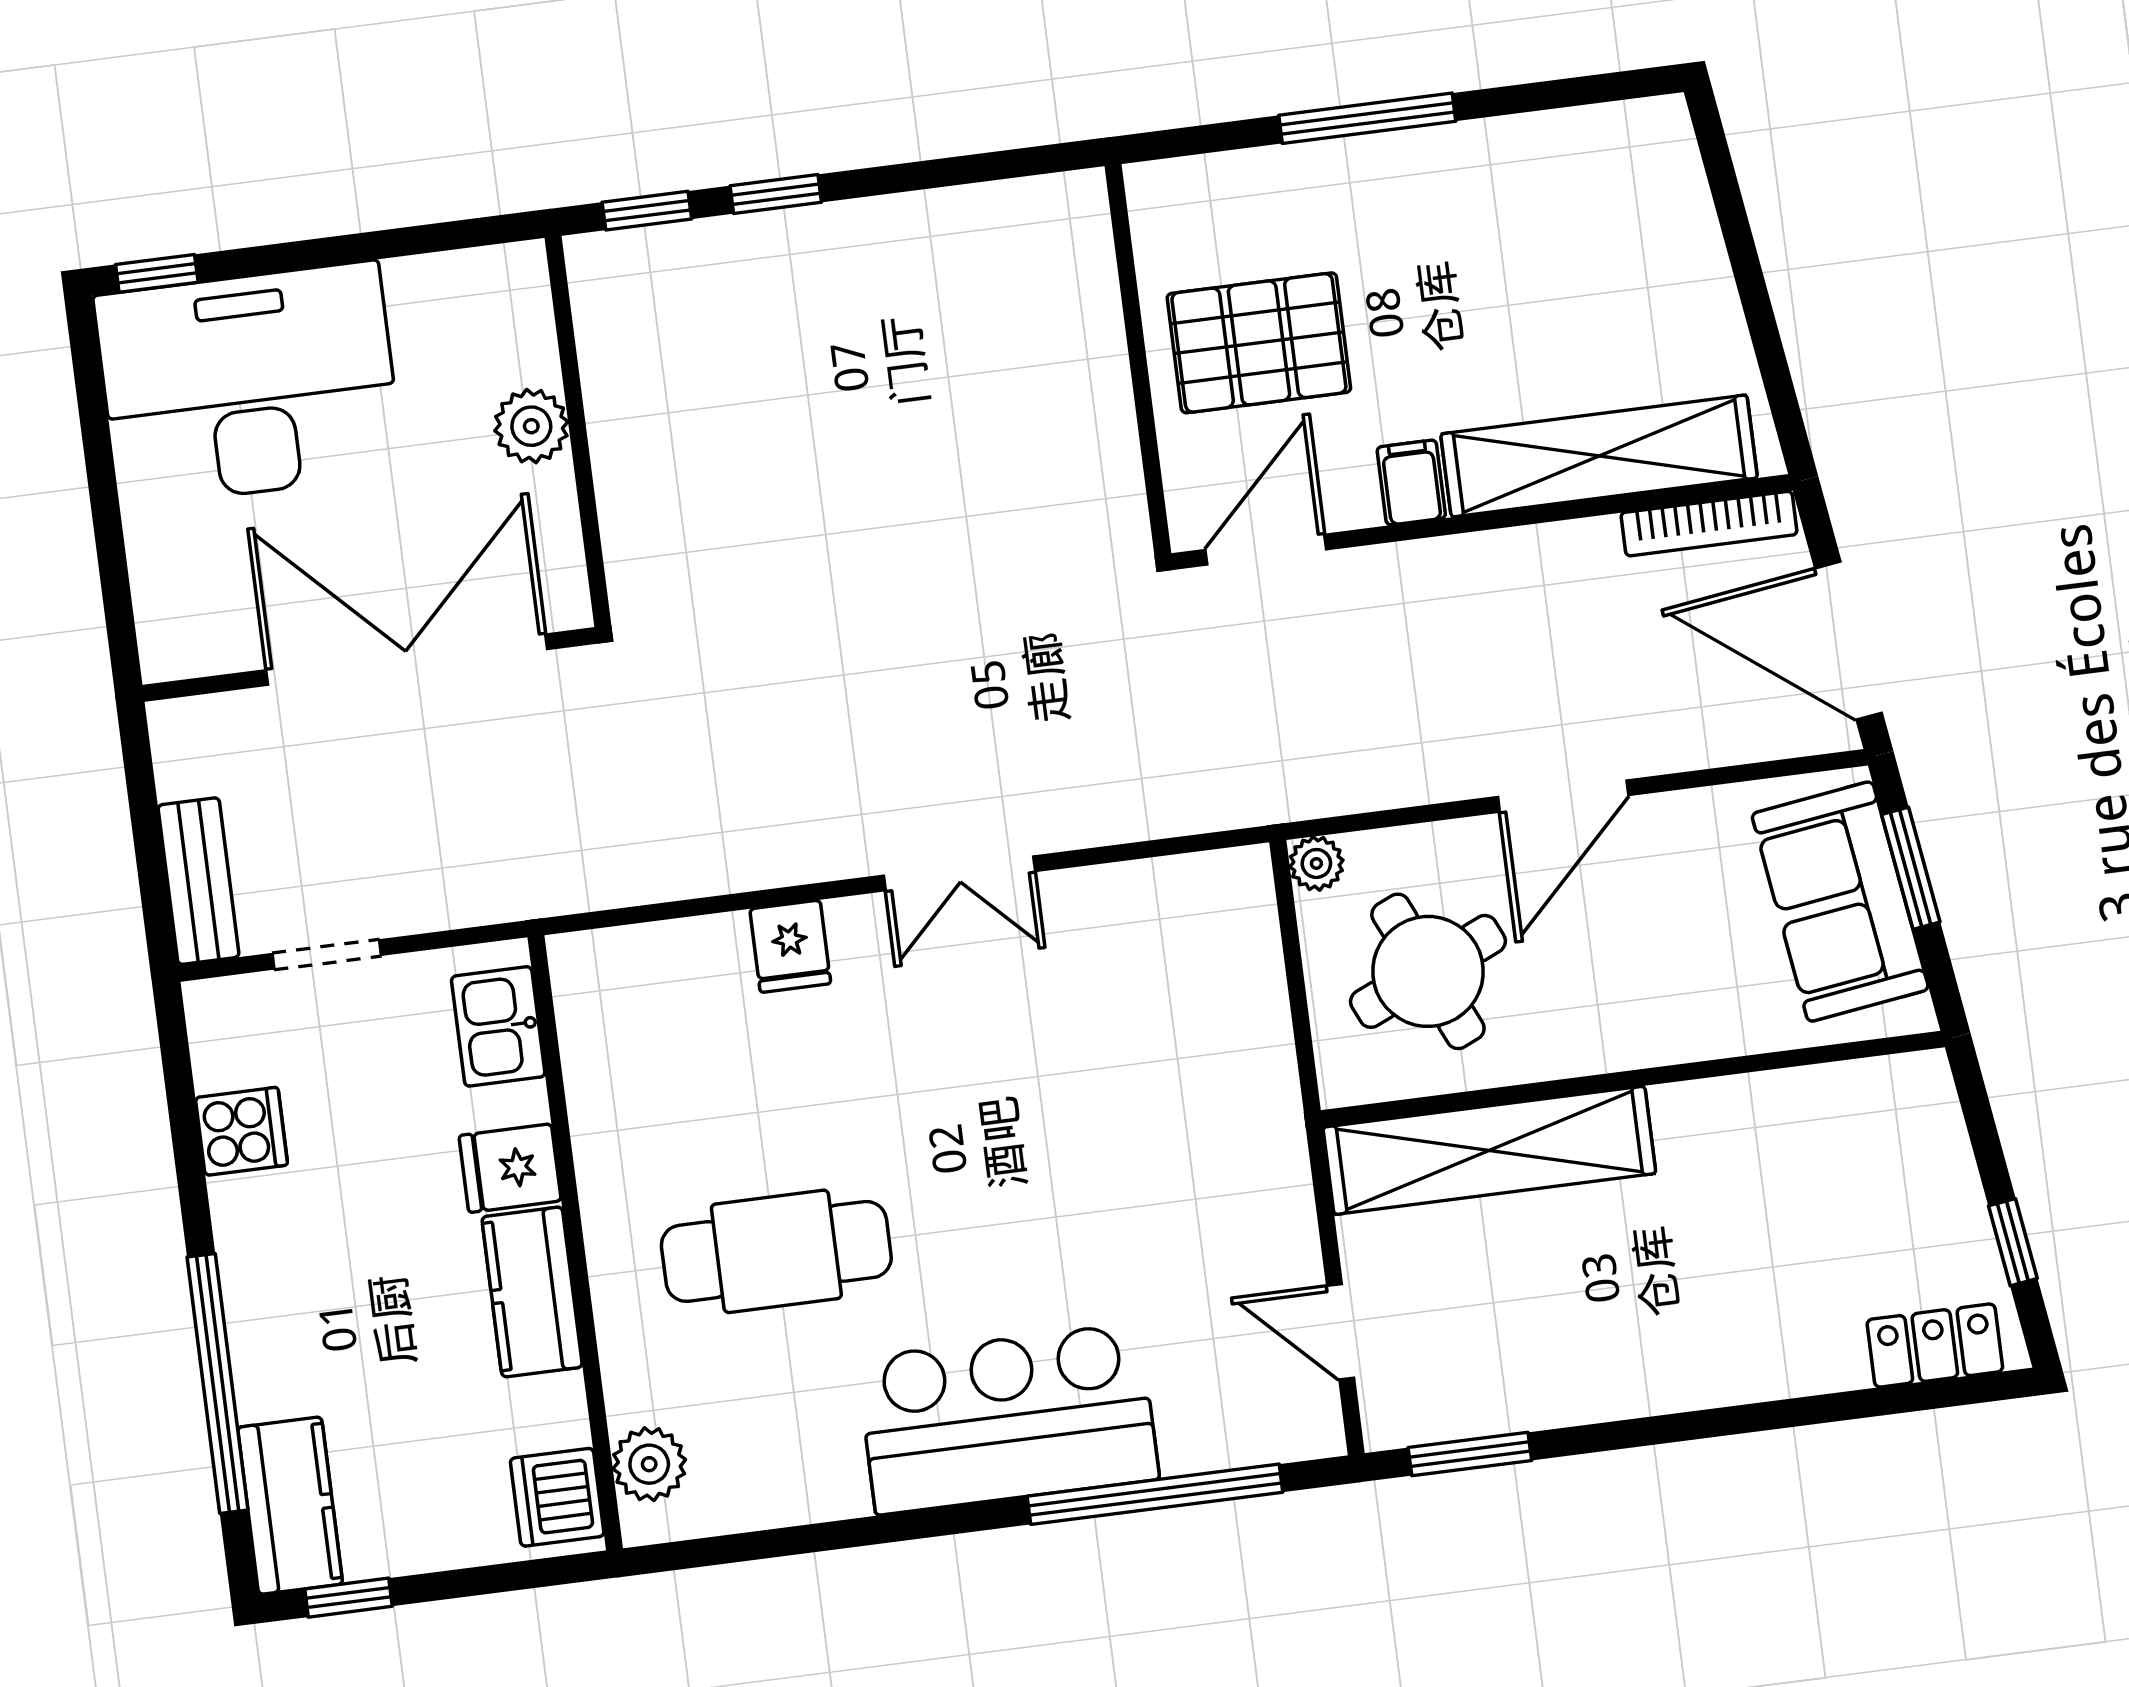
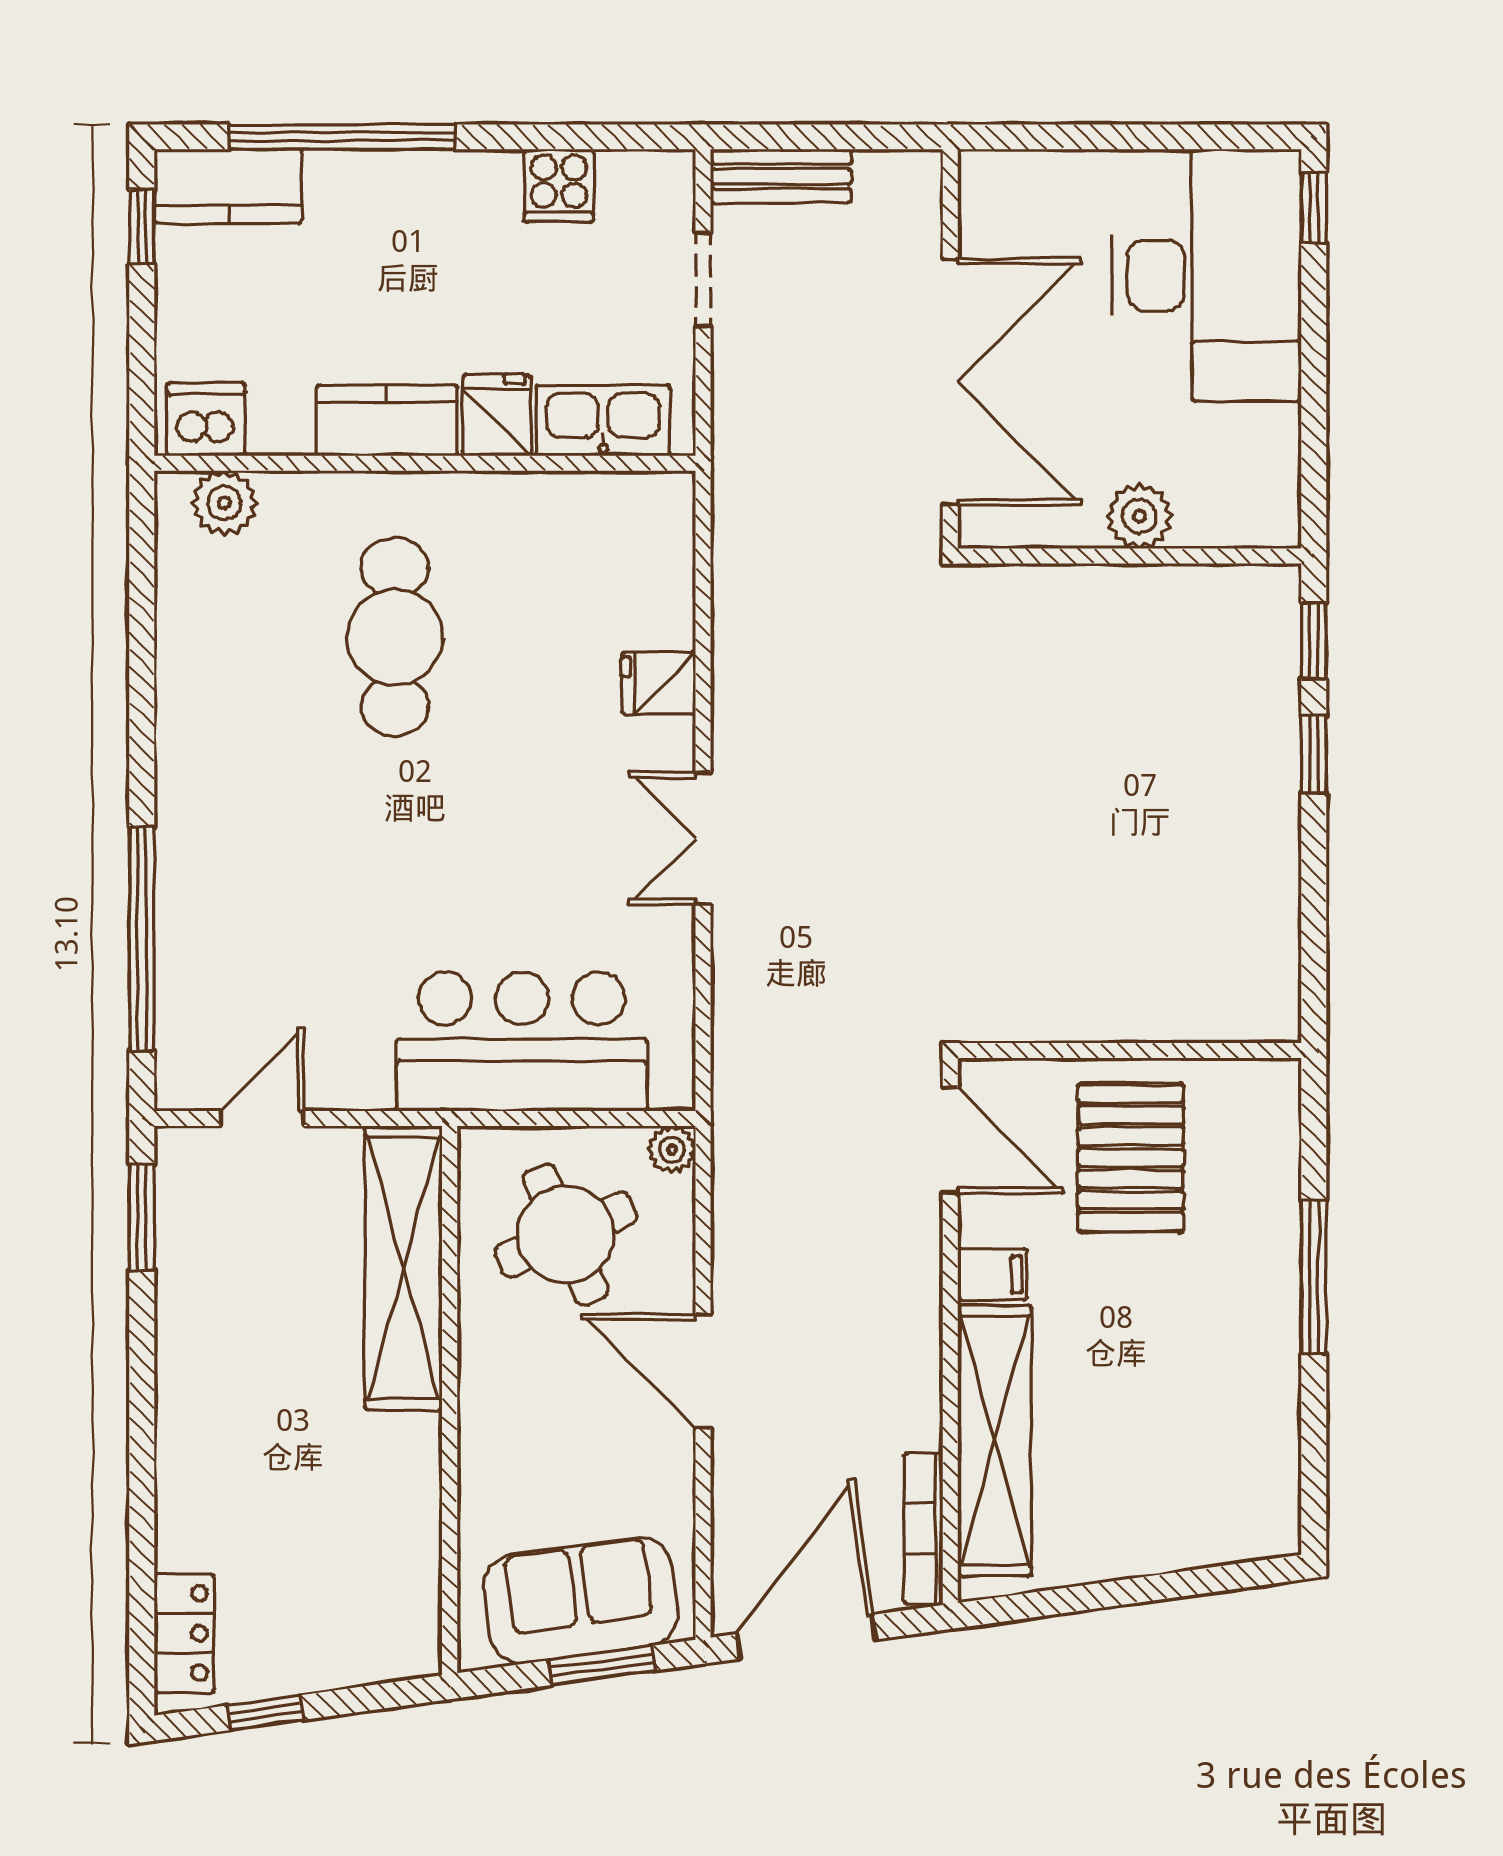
kitchen sink: (498, 1026) -> (603, 420), width x1.38
bar counter: (1008, 1419) -> (522, 1041), moved, turned -90

